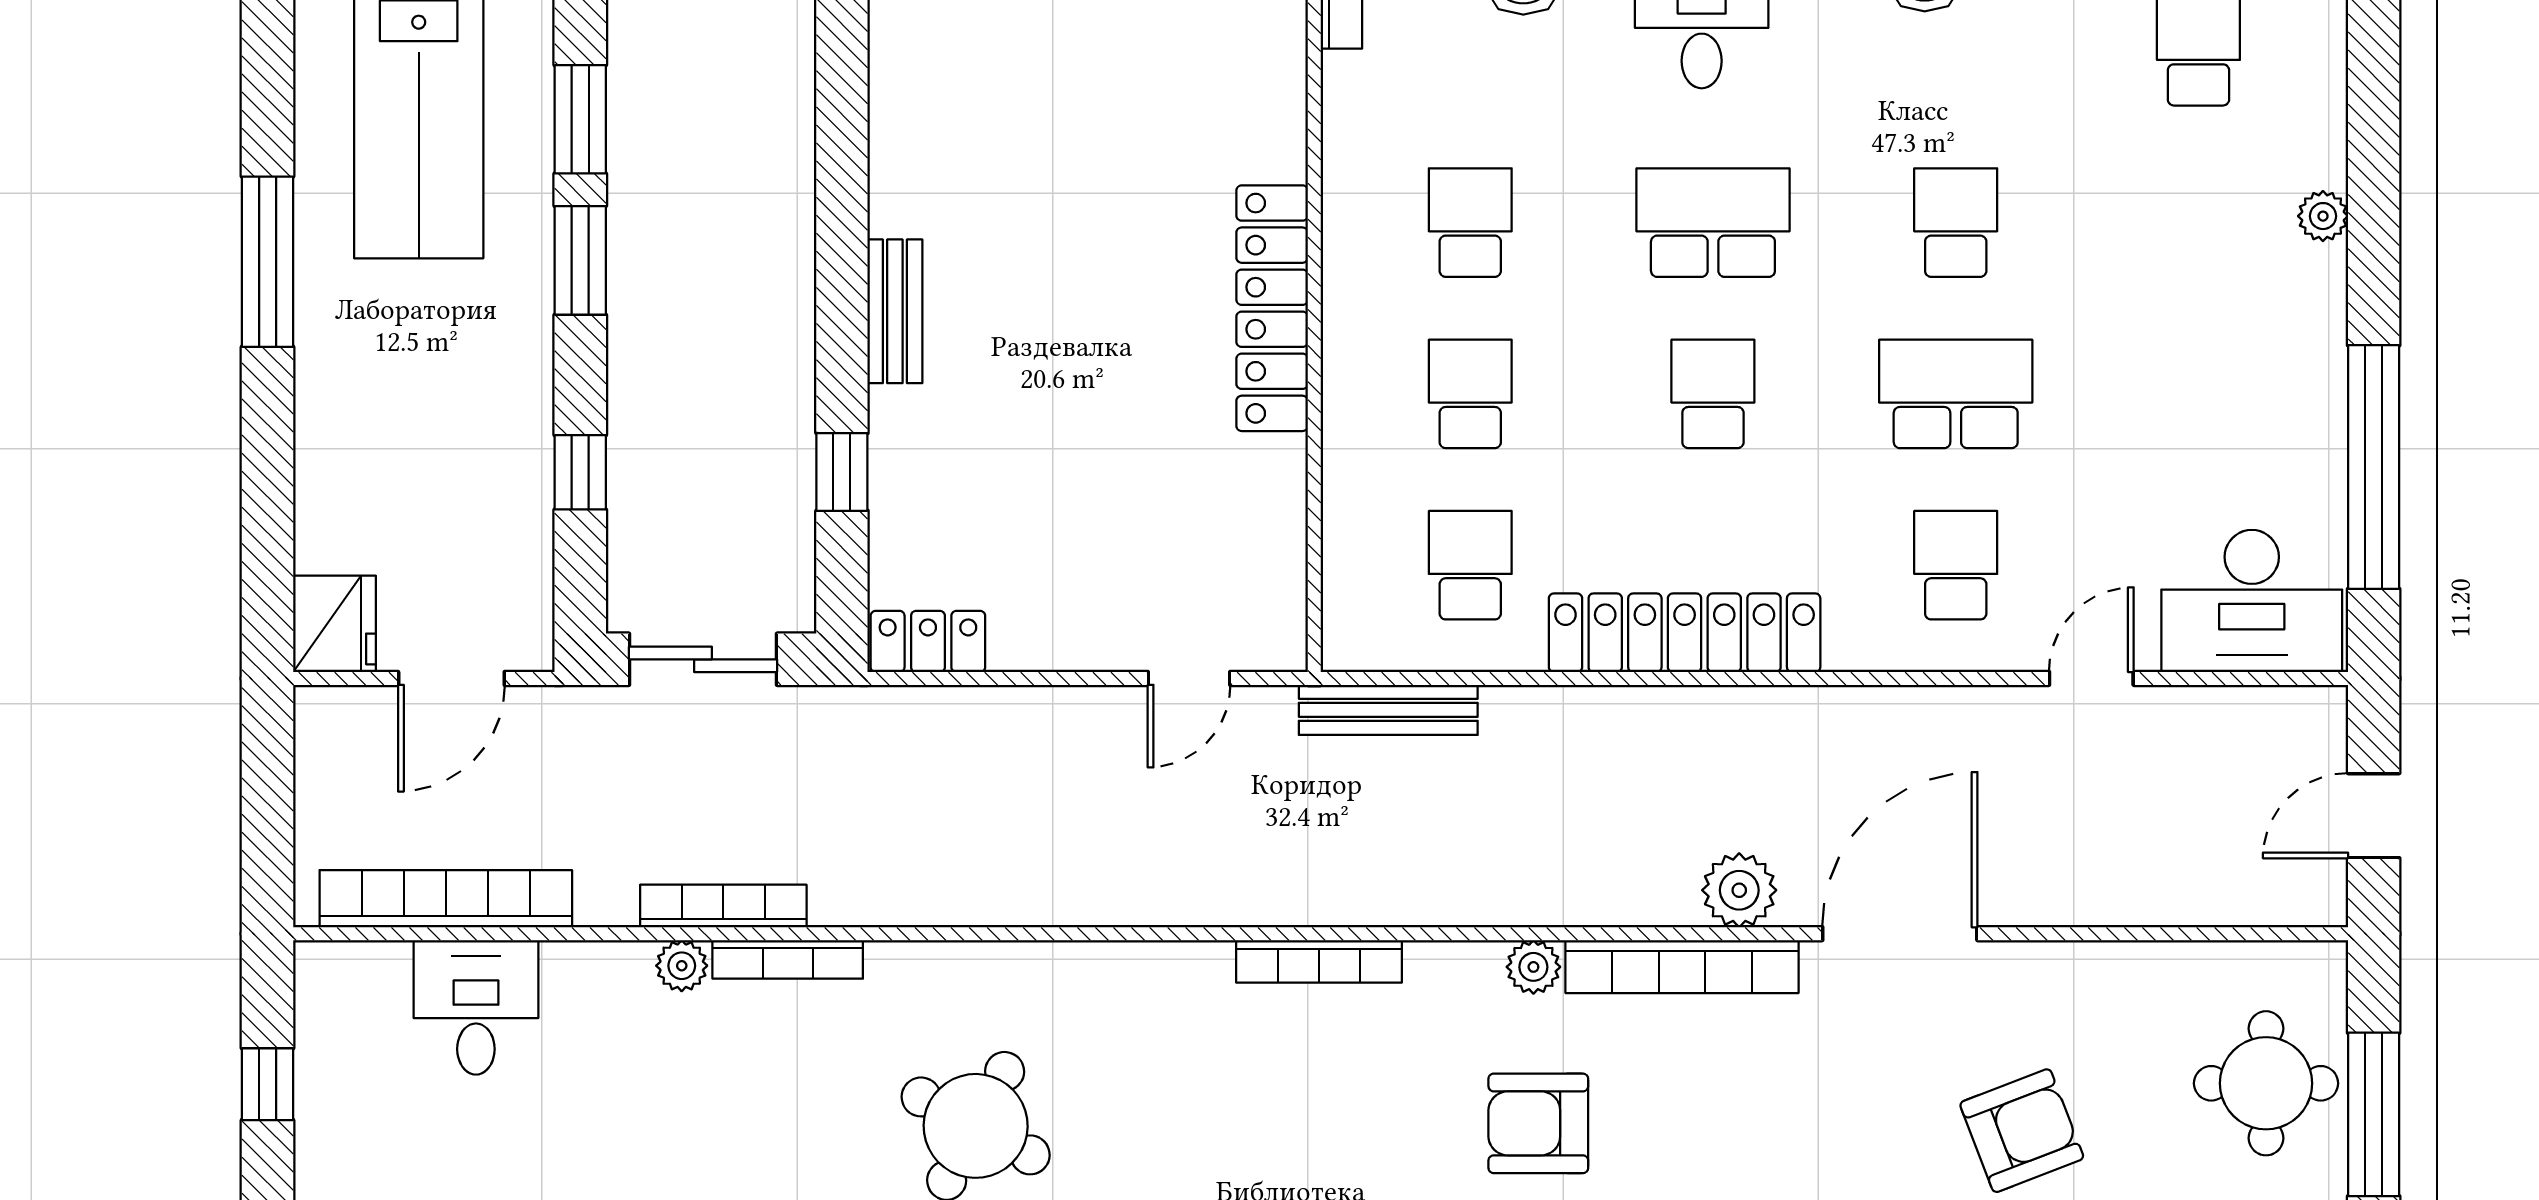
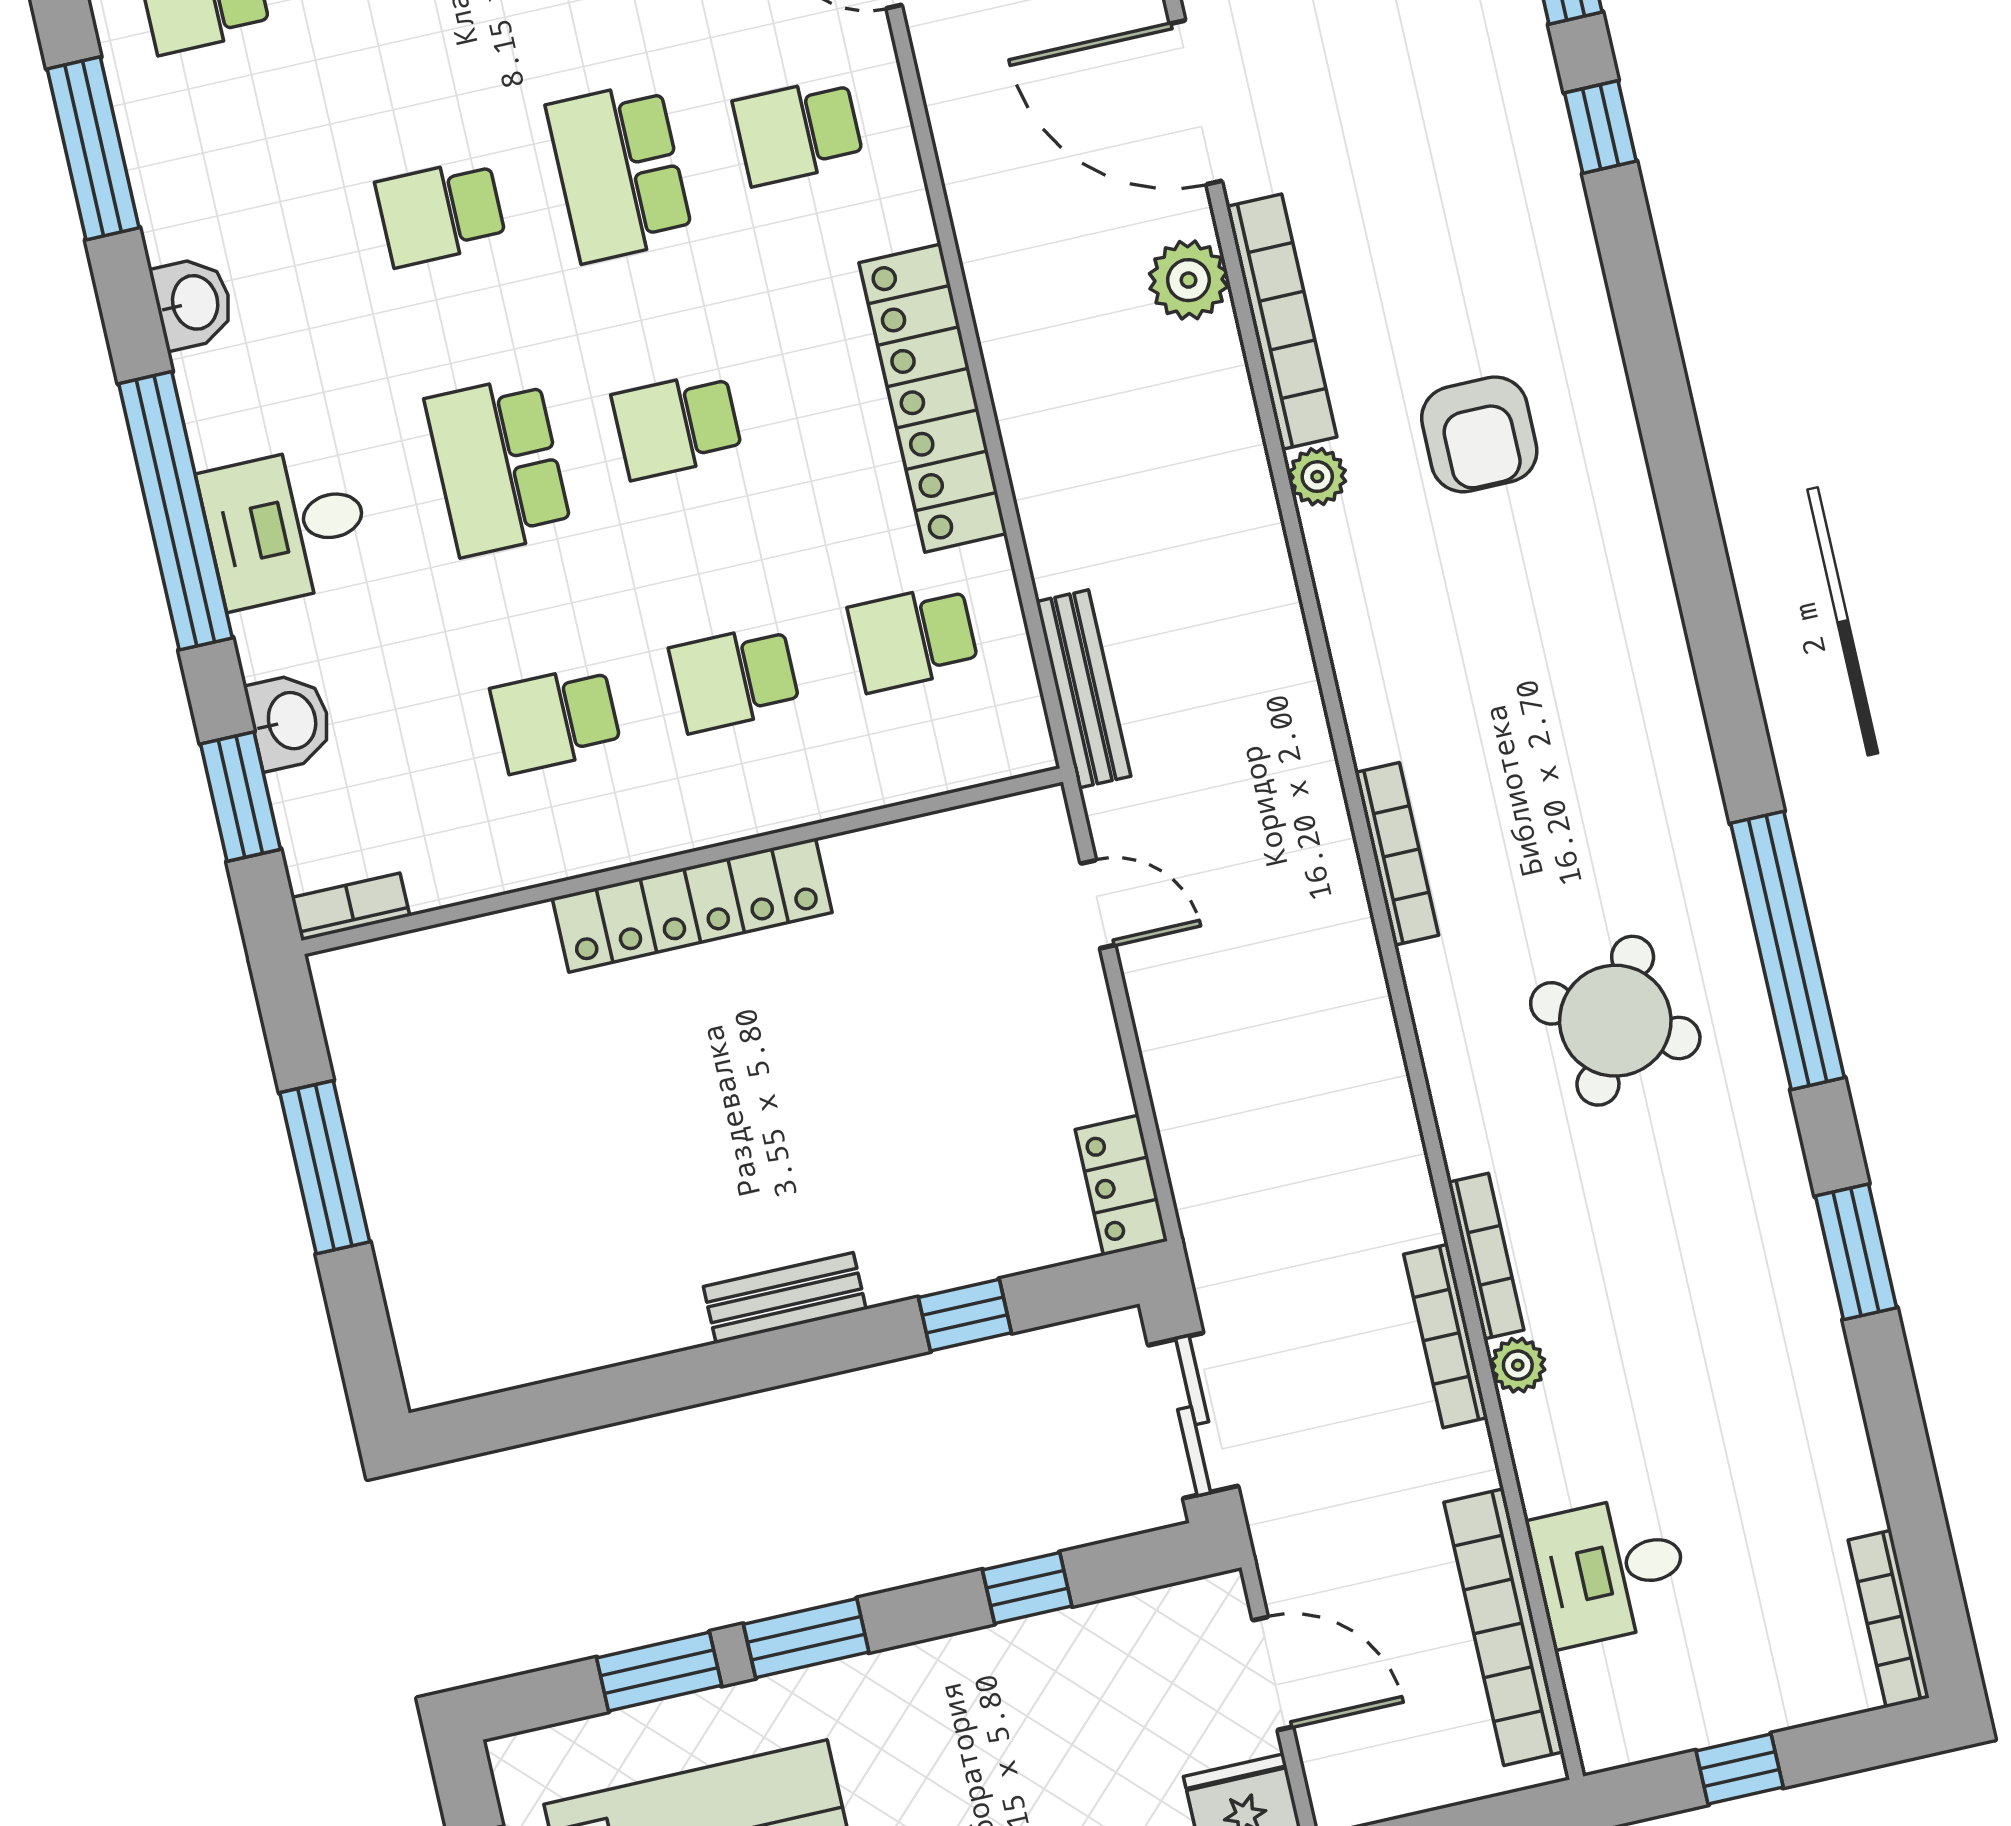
bookcase: (1319, 961) -> (1397, 854), moved

